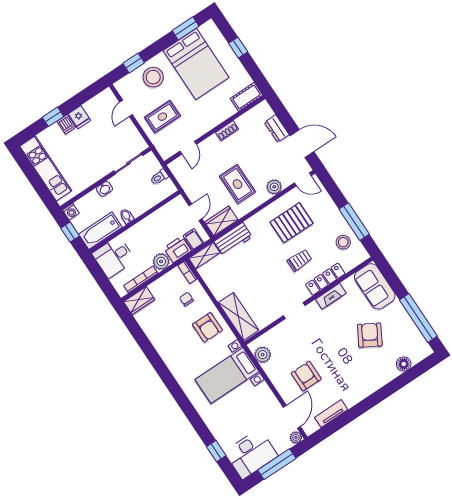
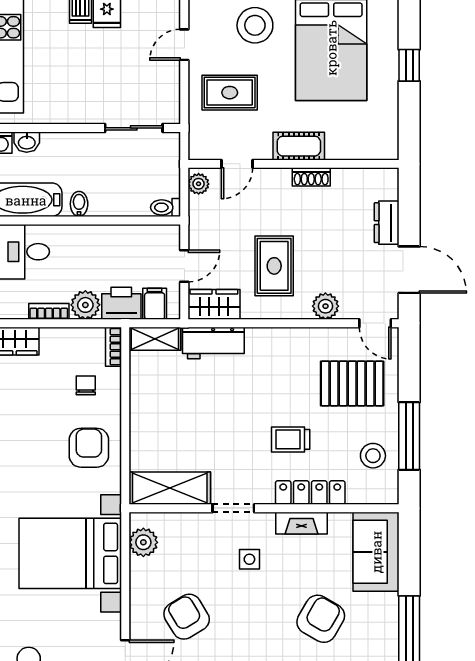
cot: (247, 97) -> (299, 146), moved
plant: (176, 169) -> (199, 184), added
toilet: (159, 177) -> (166, 207), moved
washbasin: (104, 189) -> (27, 142), moved
pallet: (292, 223) -> (352, 383), moved
trolley: (300, 260) -> (291, 439), turned 180
bookcase: (141, 279) -> (49, 311), width x0.64
shelving: (238, 316) -> (170, 488), moved, turned 90
armchair: (207, 327) -> (89, 448), turned 180
side table: (318, 329) -> (249, 559), added
bed with nightstands: (227, 375) -> (70, 553), width x1.36
armchair: (306, 376) -> (187, 617), turned -31

